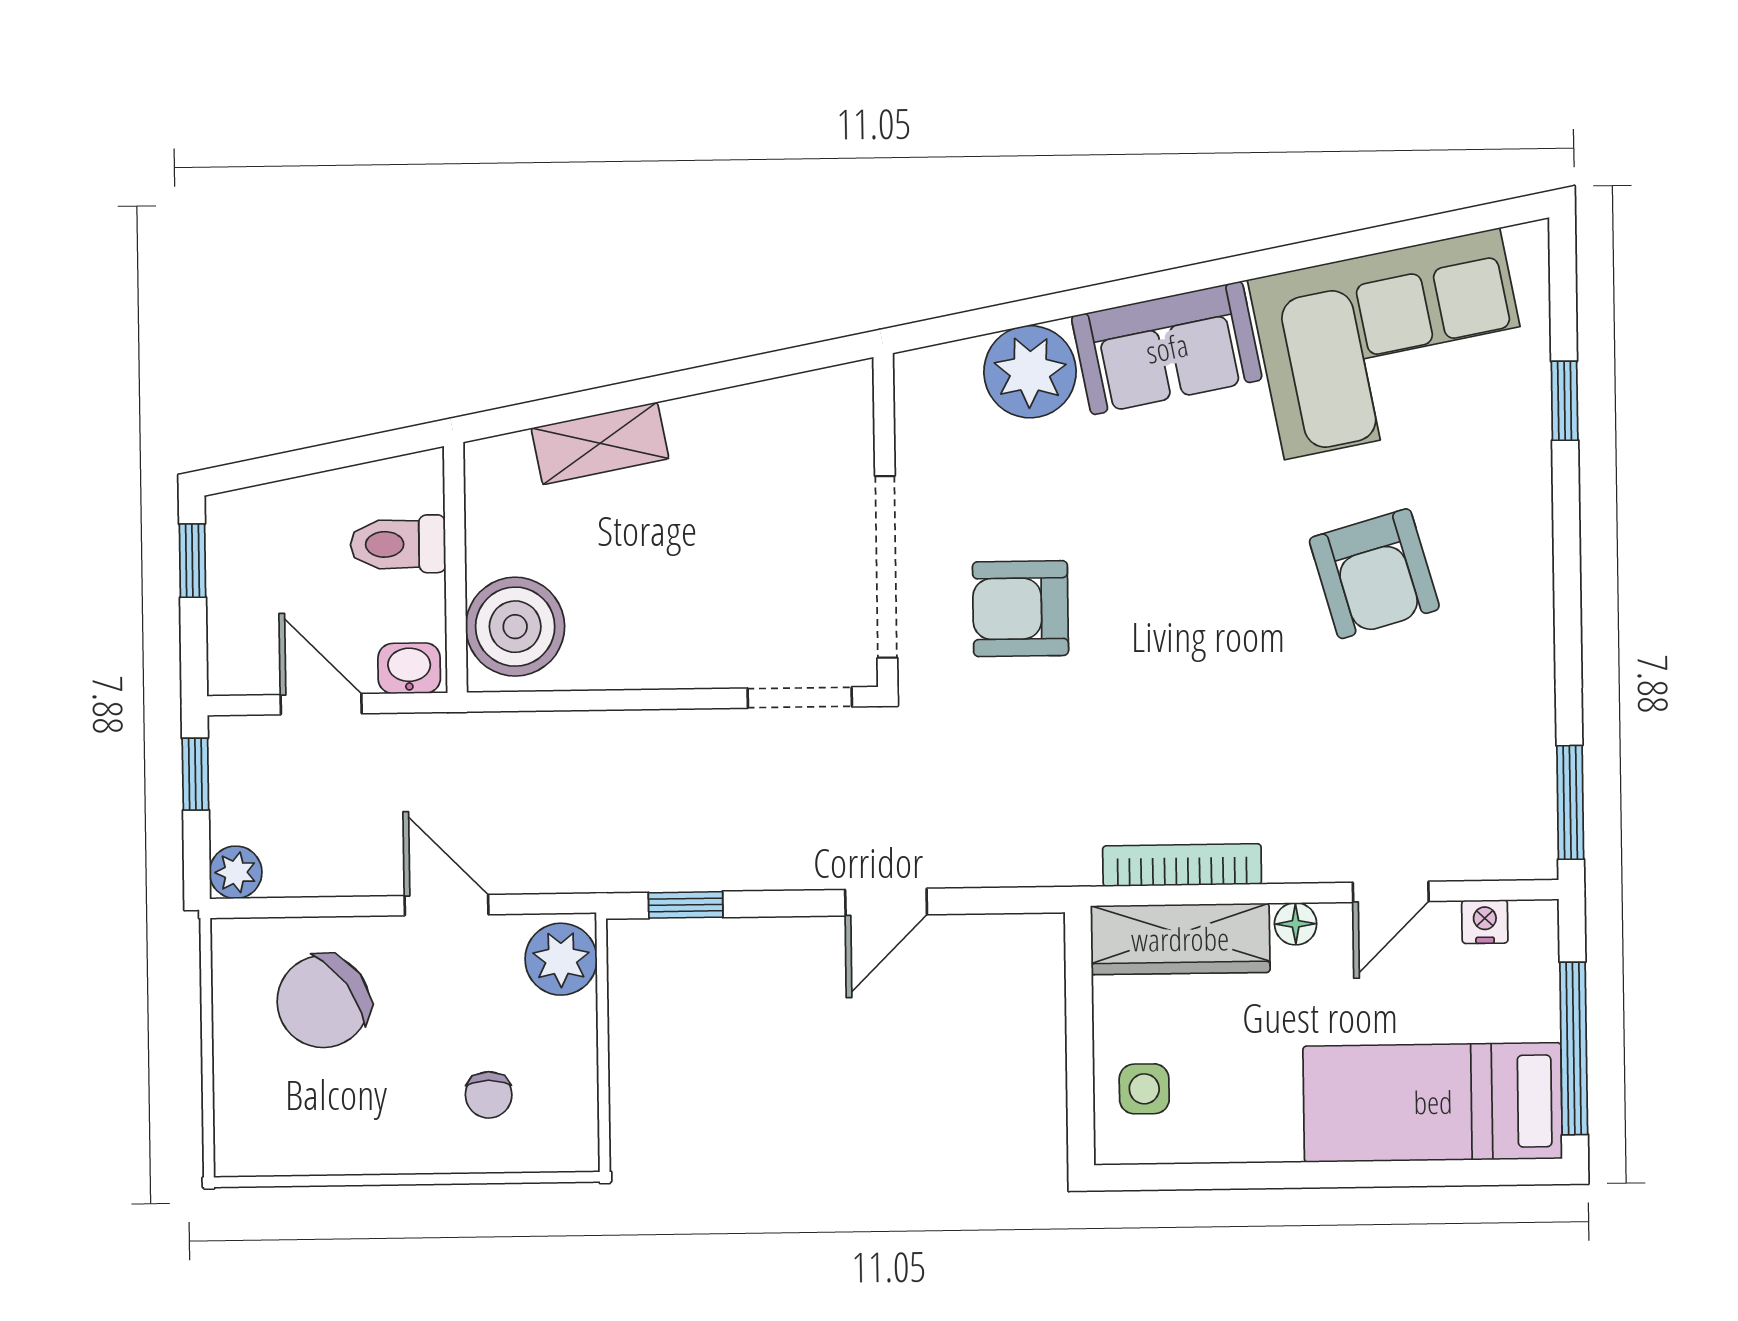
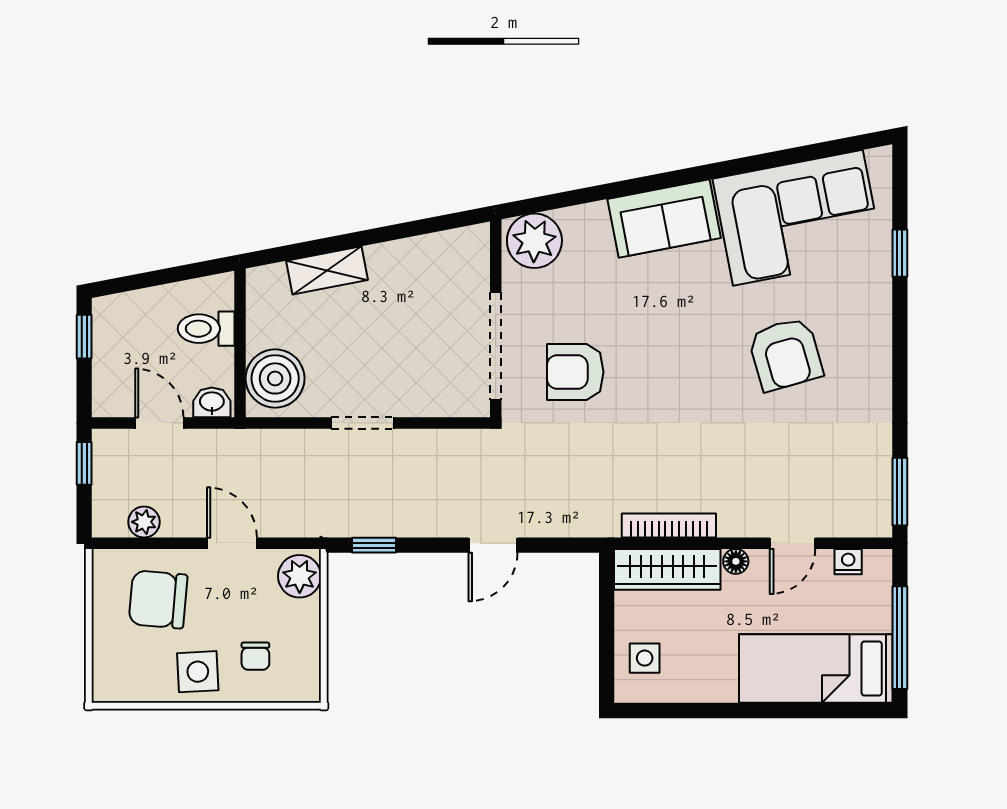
plant: (1030, 372) -> (534, 241), moved
doorway: (800, 697) -> (363, 423), moved
plant: (236, 872) -> (144, 522), moved
chair: (323, 1002) -> (158, 599), turned 41
side table: (392, 1122) -> (198, 672), added

